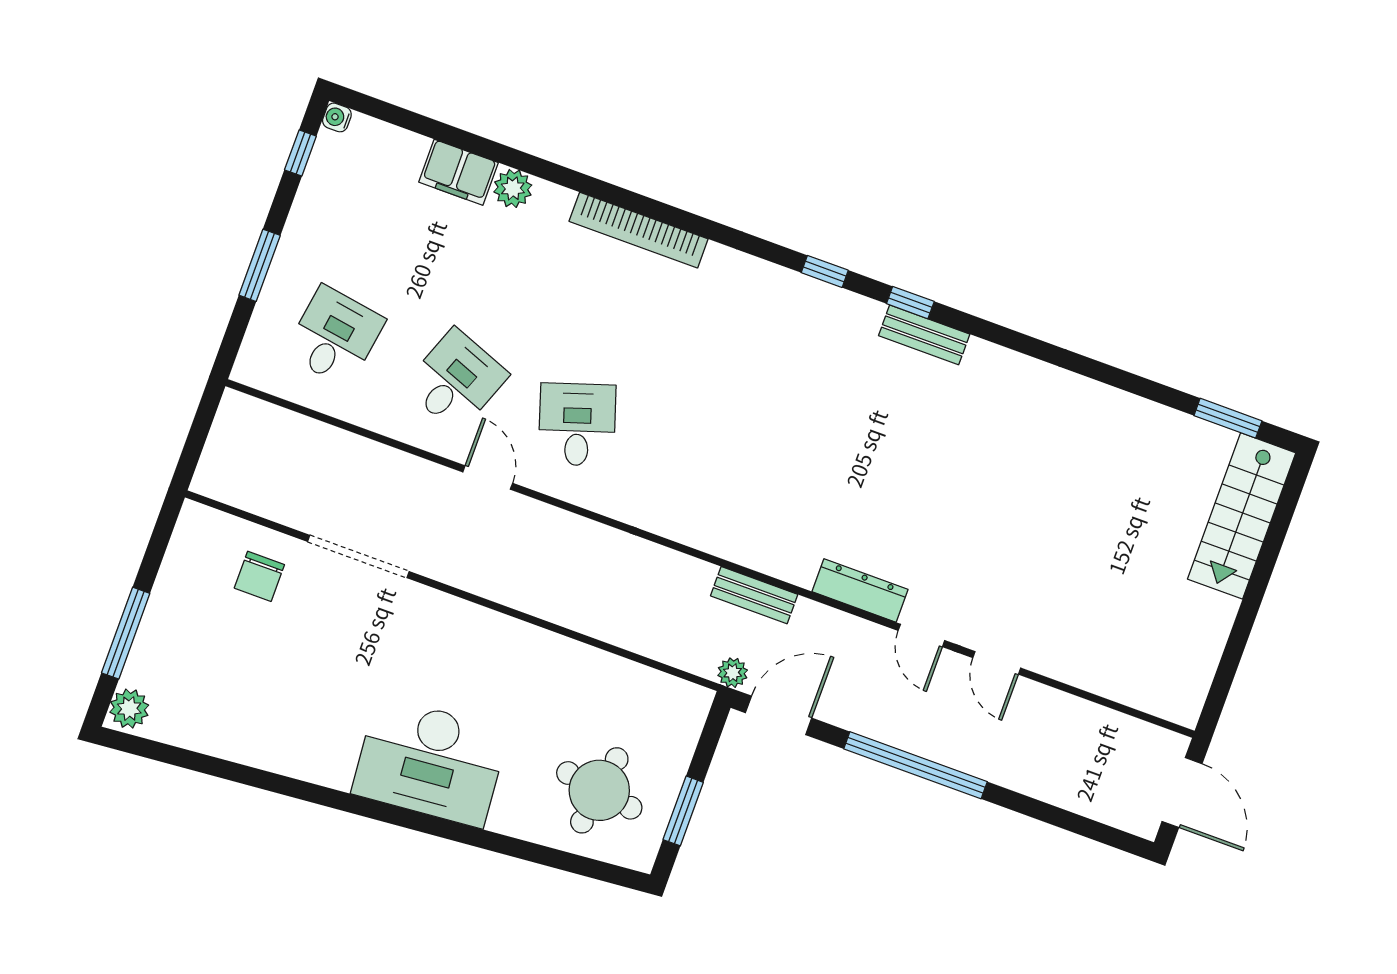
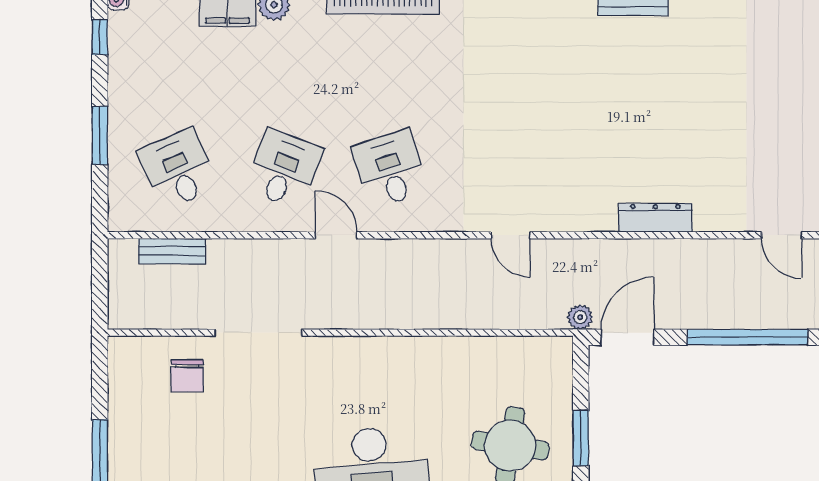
desk: (335, 336) -> (178, 169), turned -33
bench: (754, 595) -> (172, 251), moved
door: (921, 635) -> (511, 235), moved

